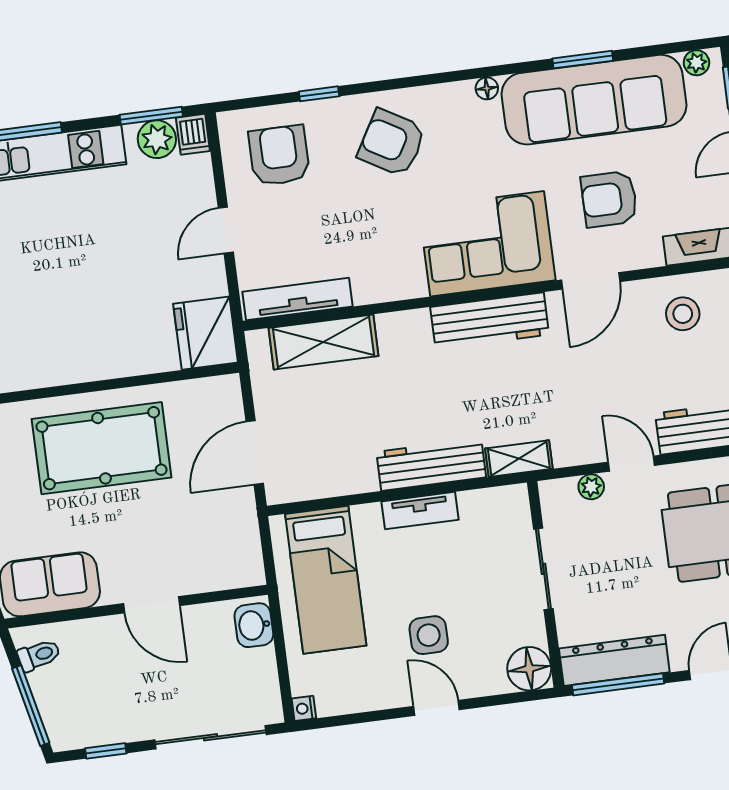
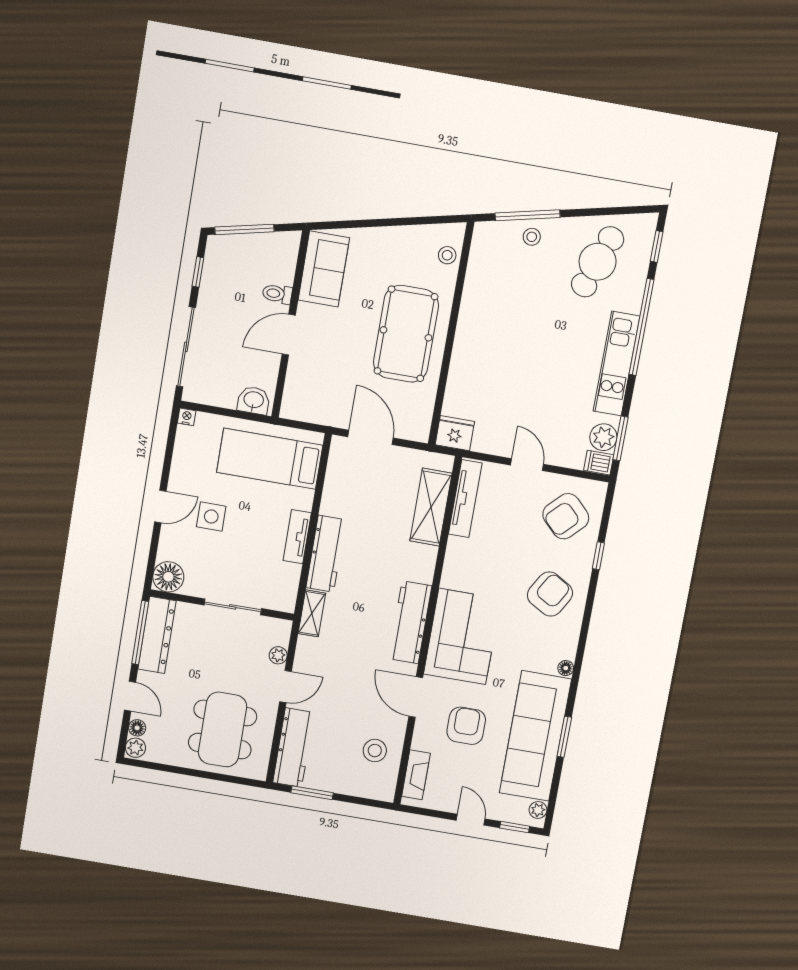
armchair: (279, 155) -> (566, 516), turned 135
fridge: (206, 333) -> (455, 433), width x0.73, depth x0.75
toilet: (39, 655) -> (277, 294), moved, turned 103

